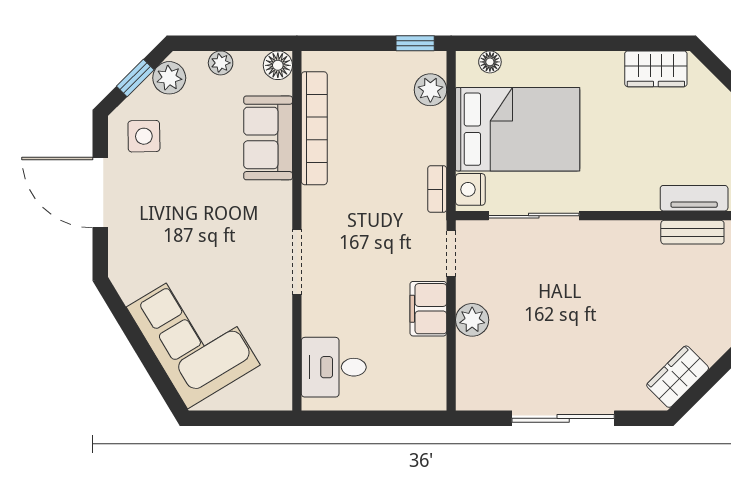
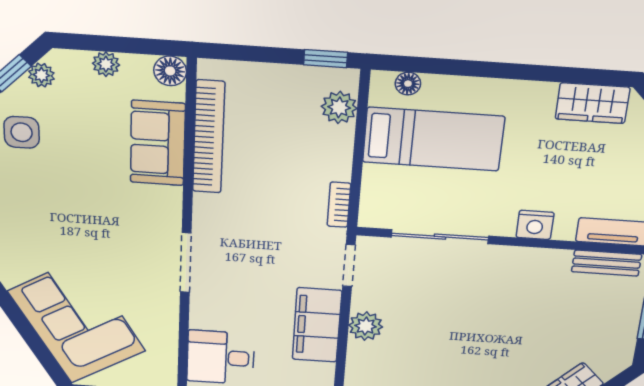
plant: (169, 78) -> (41, 75), width x0.73, depth x0.73
bed: (518, 129) -> (433, 139), width x0.67
nightstand: (470, 189) -> (535, 225), moved, turned -90
filing cabinet: (428, 309) -> (317, 325), width x1.50, depth x1.17

